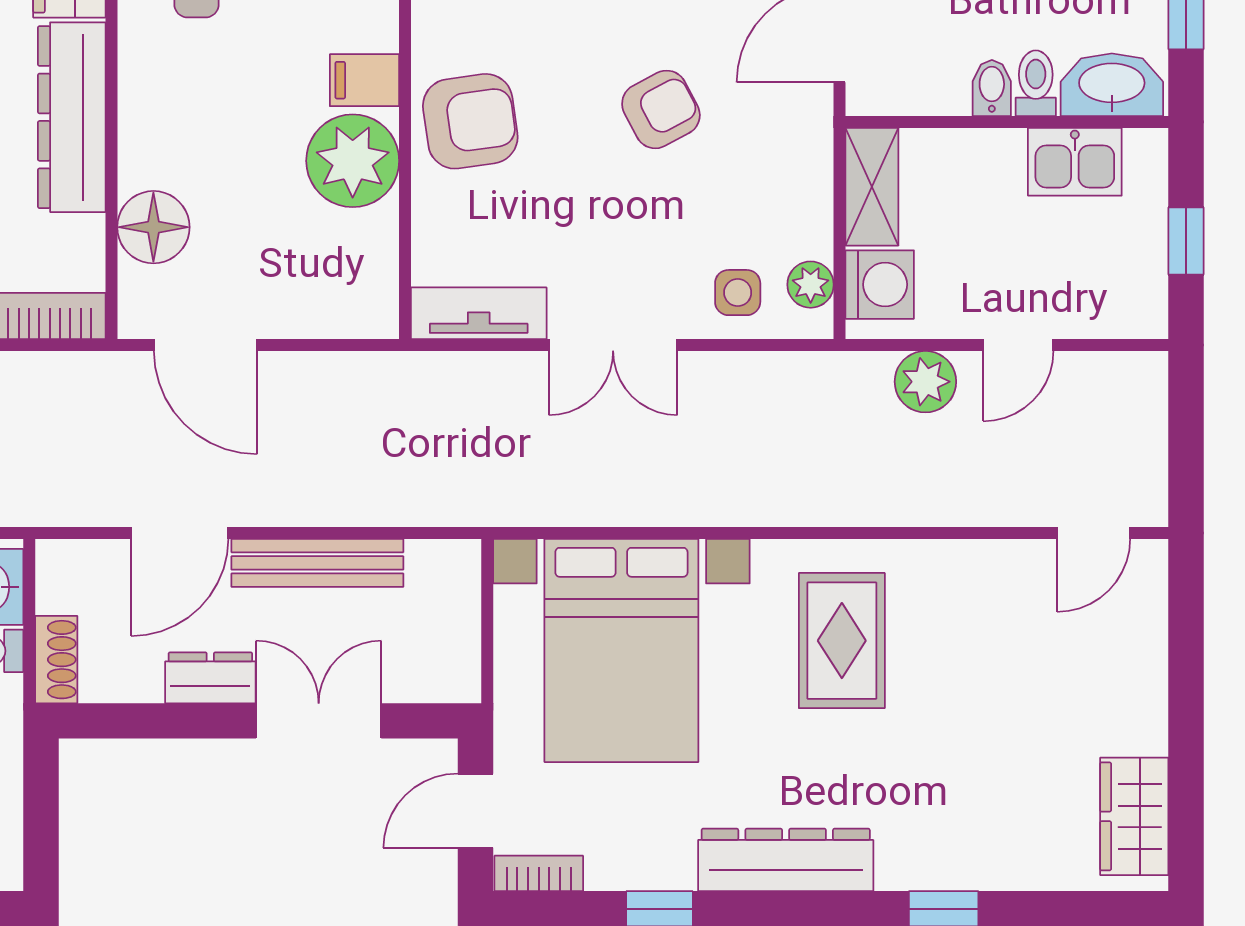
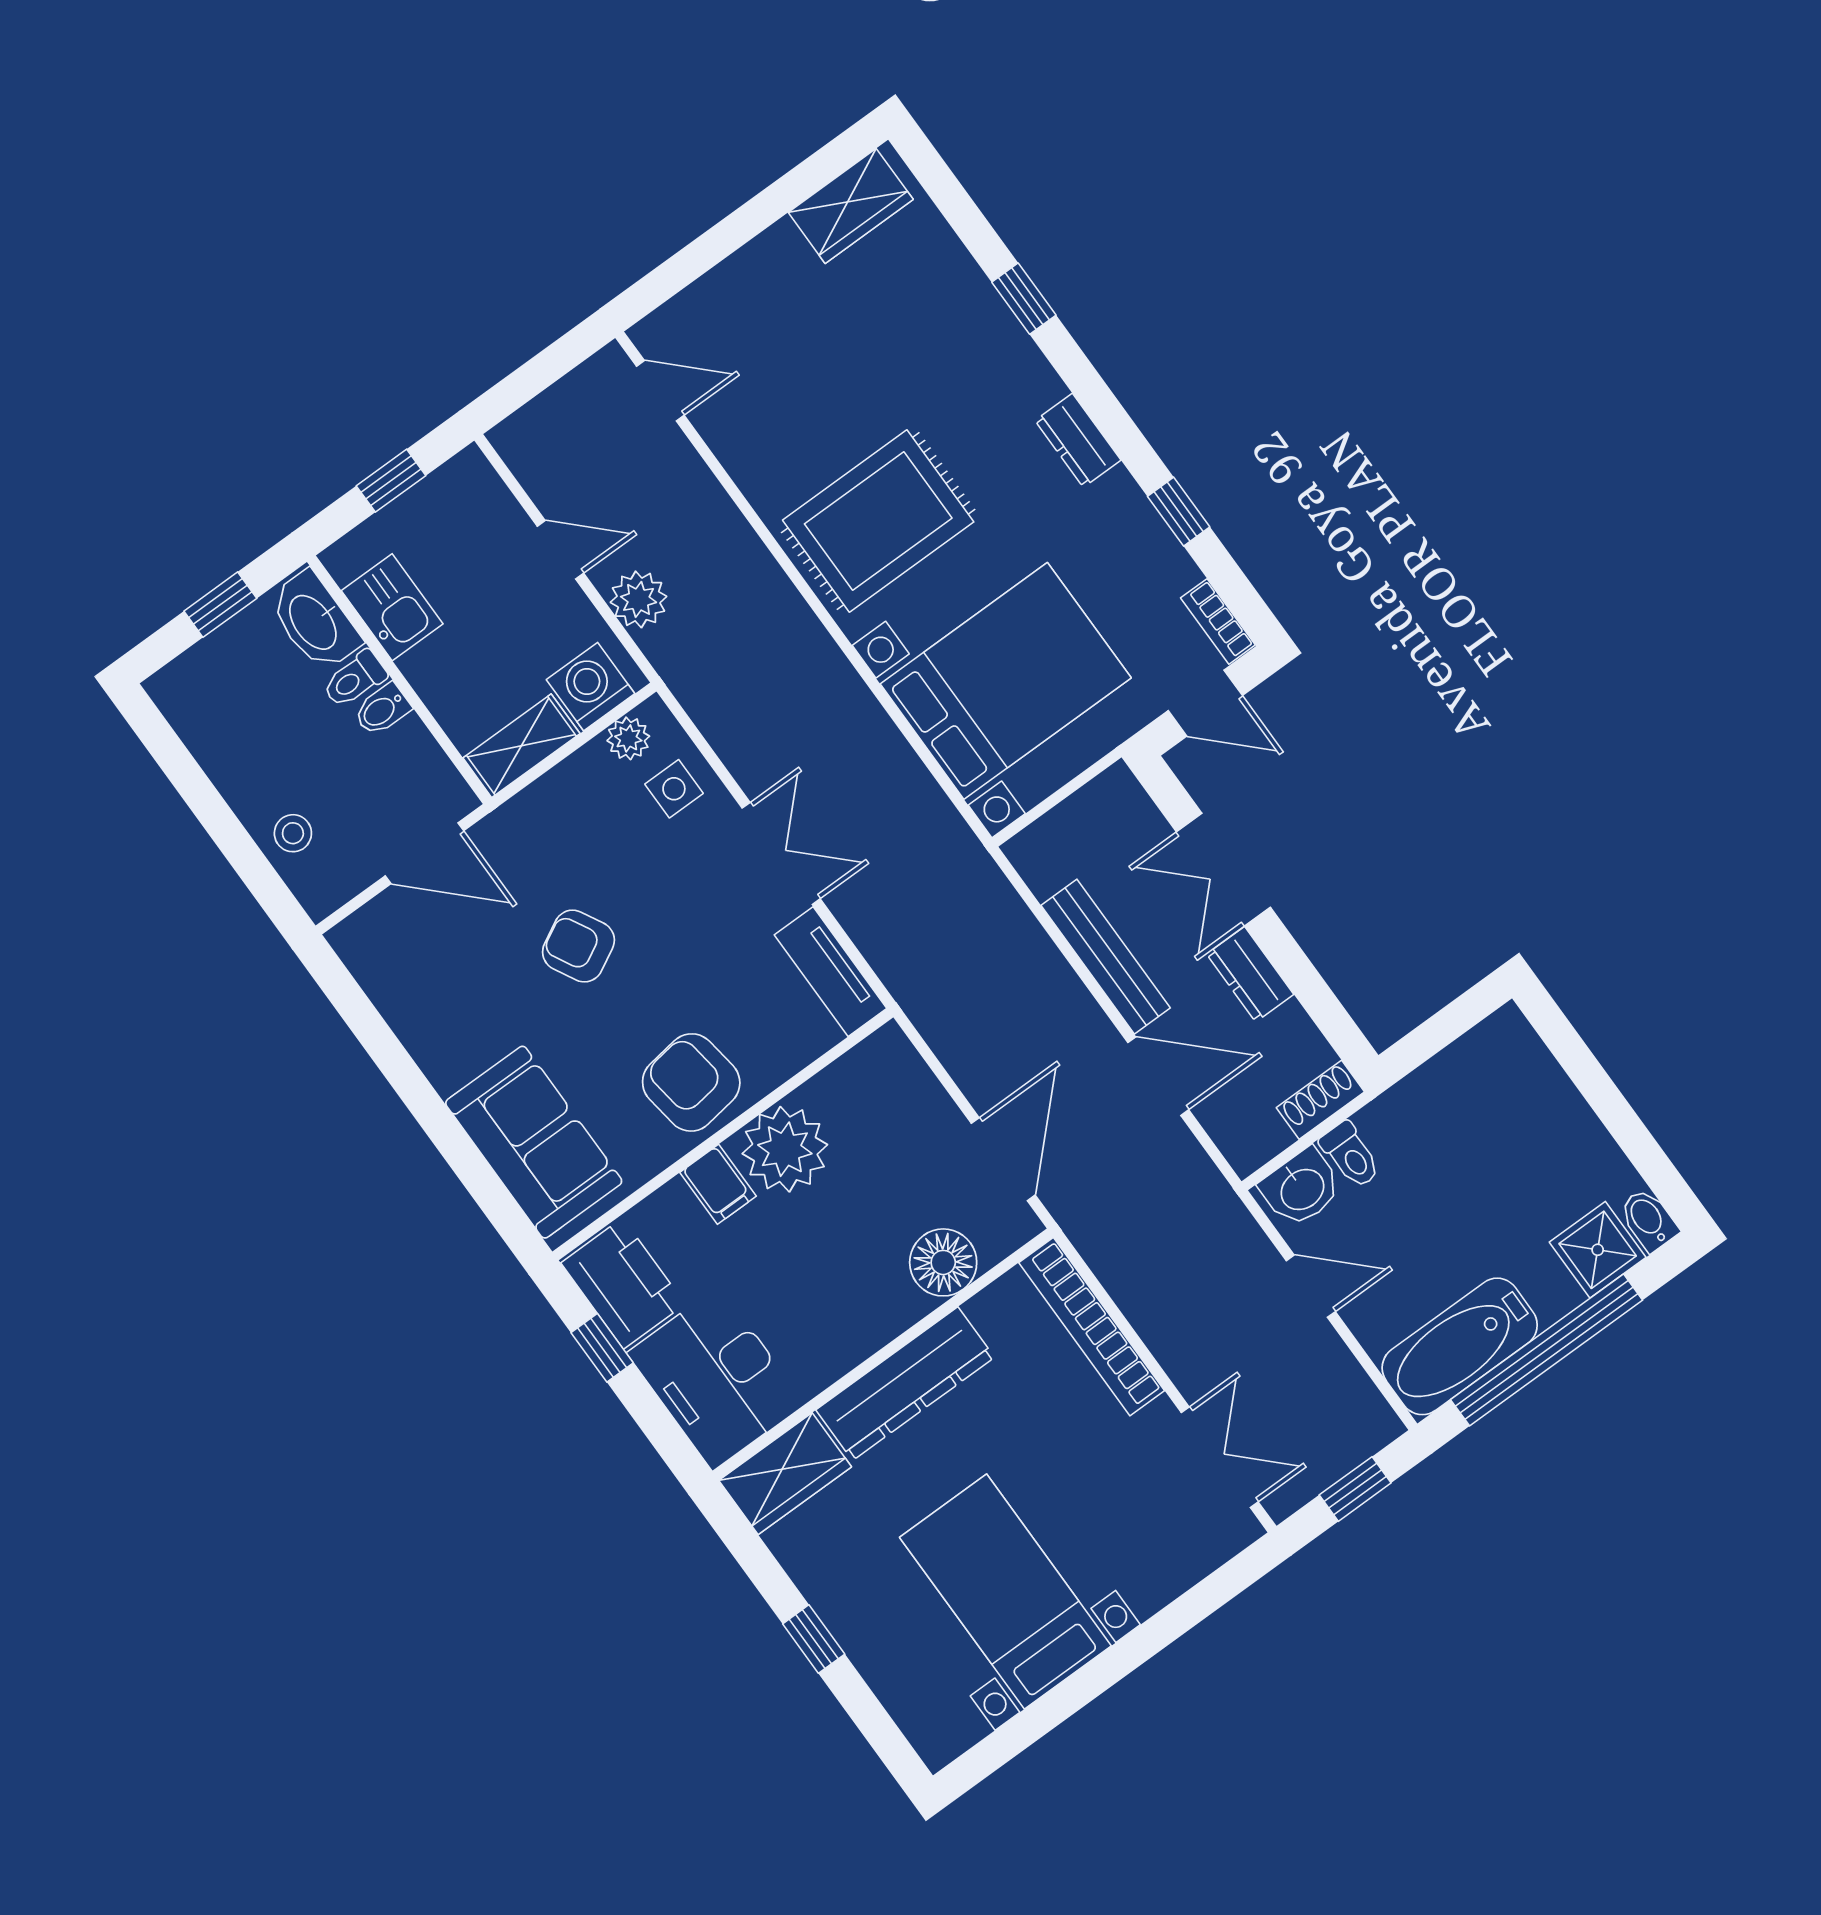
rug: (842, 641) -> (878, 521), width x1.36, depth x1.43
dresser: (786, 860) -> (1078, 440), width x0.51, depth x0.80

